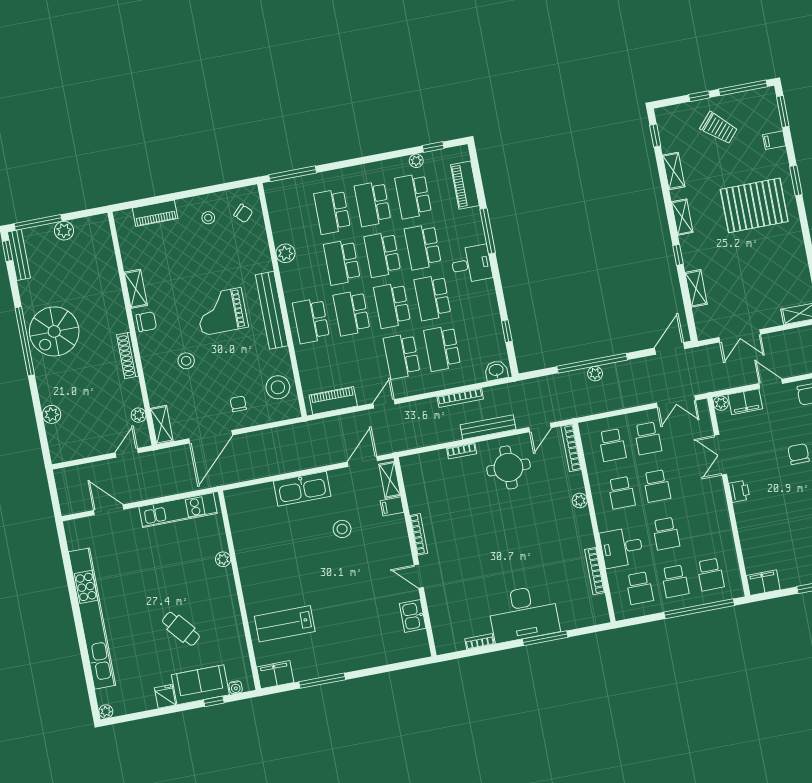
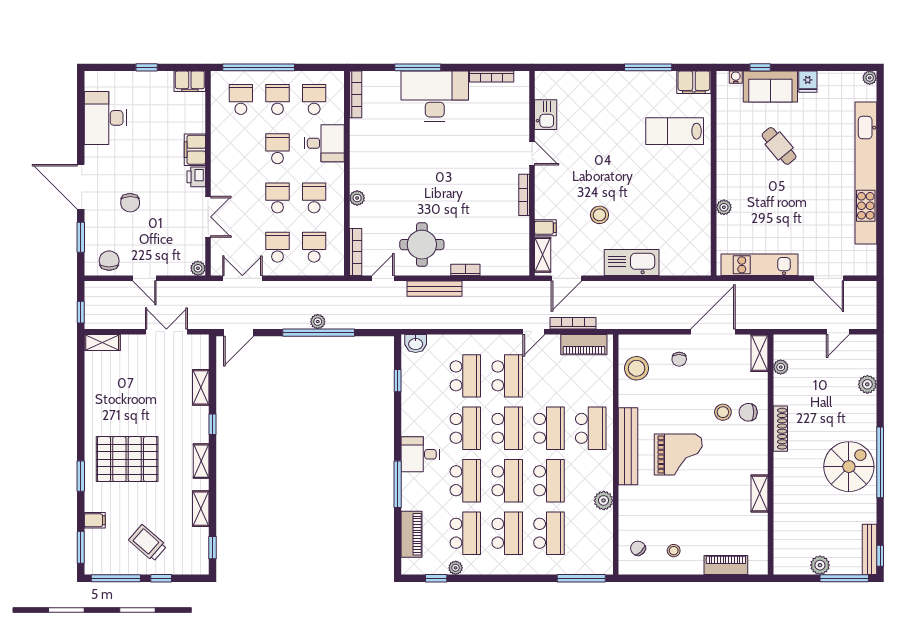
chair: (146, 322) -> (748, 412), moved
bookcase: (460, 398) -> (573, 323), moved
filing cabinet: (745, 402) -> (195, 150), moved, turned -90
door: (127, 453) -> (838, 332), moved
bookcase: (595, 571) -> (356, 94), moved
lab bench: (285, 624) -> (675, 131), turned 180
bookcase: (480, 641) -> (492, 77), width x1.56

